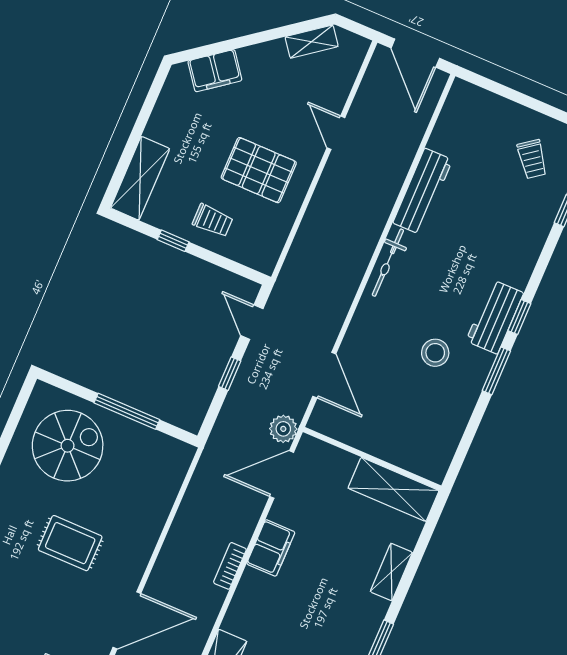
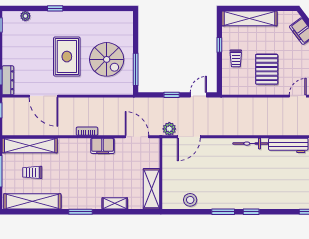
shelving: (140, 178) -> (249, 18), width x1.47
workbench: (495, 317) -> (247, 201), removed
stool: (435, 353) -> (190, 200), moved
window: (127, 411) -> (136, 69), moved
plant: (283, 429) -> (169, 129), moved
spiral stairs: (68, 446) -> (107, 59), moved
rug: (70, 543) -> (67, 57), width x1.36, depth x1.43

